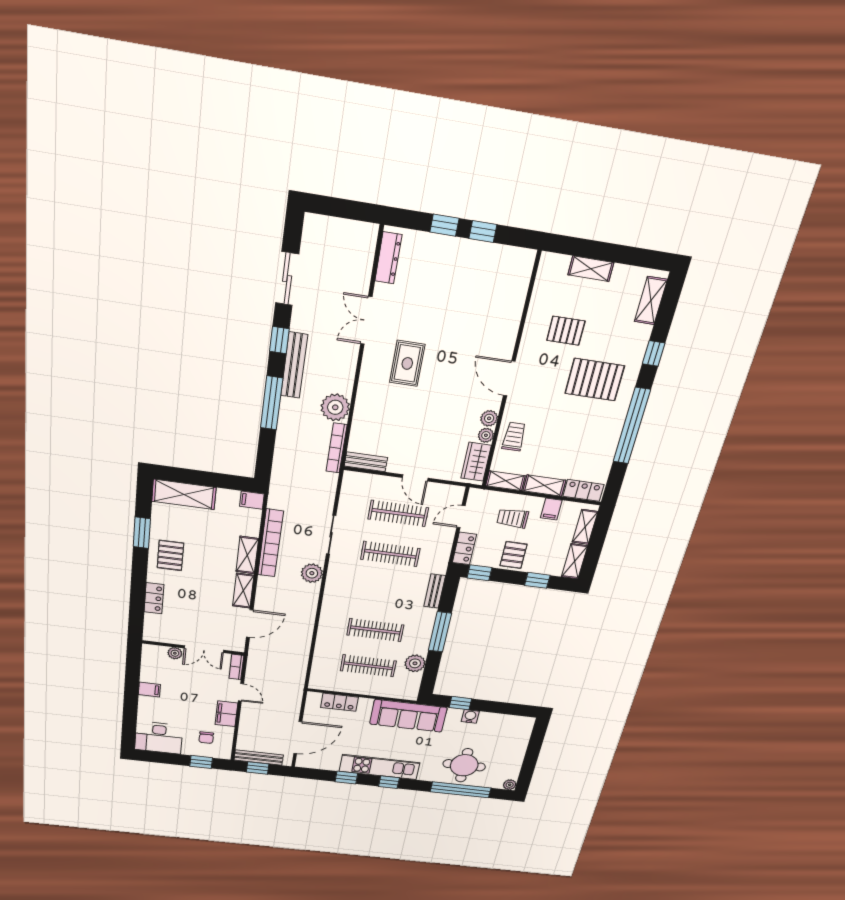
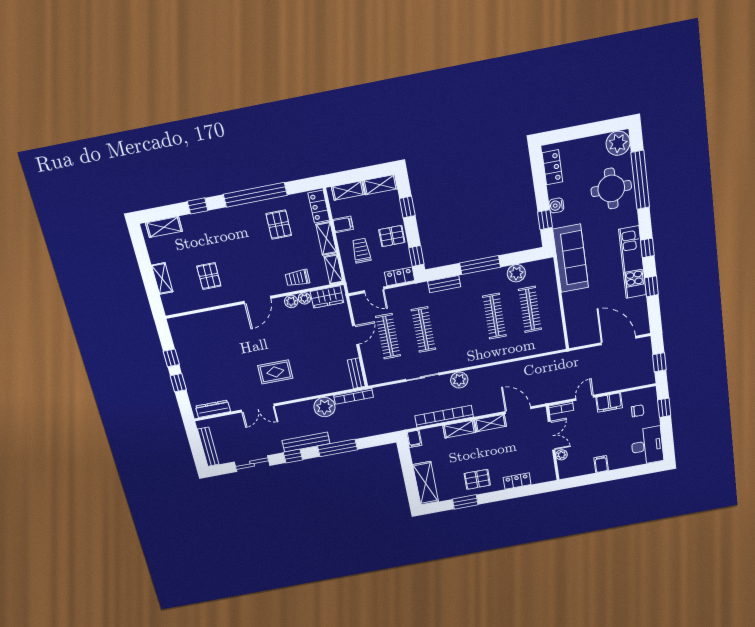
pallet: (595, 380) -> (279, 225), moved, width x0.67, depth x0.71
trolley: (513, 518) -> (361, 251), turned 180
locker: (339, 702) -> (552, 167), moved
bench: (259, 757) -> (208, 447), moved
plant: (510, 785) -> (618, 143), width x1.88, depth x1.88

